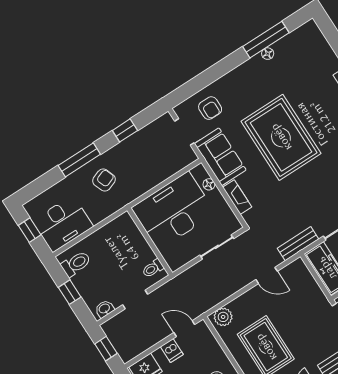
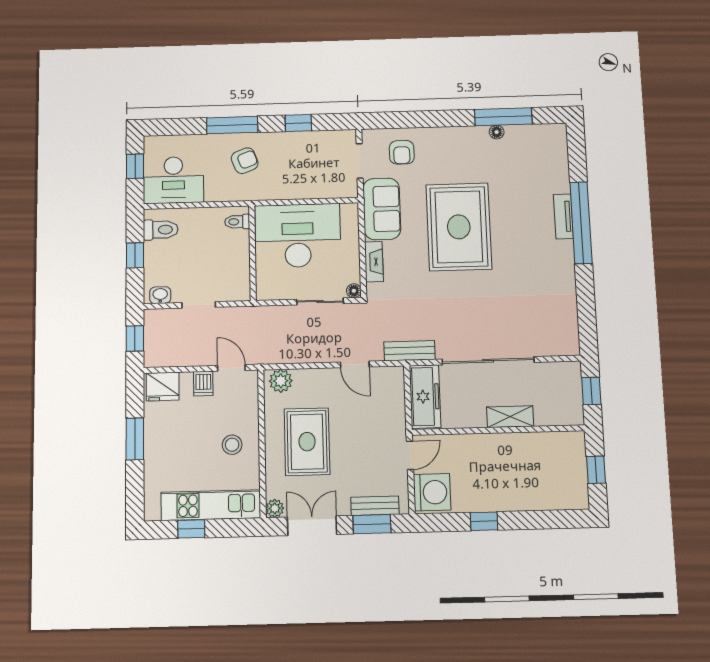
floor lamp: (209, 184) -> (354, 291), moved
toilet: (153, 268) -> (237, 222), moved

